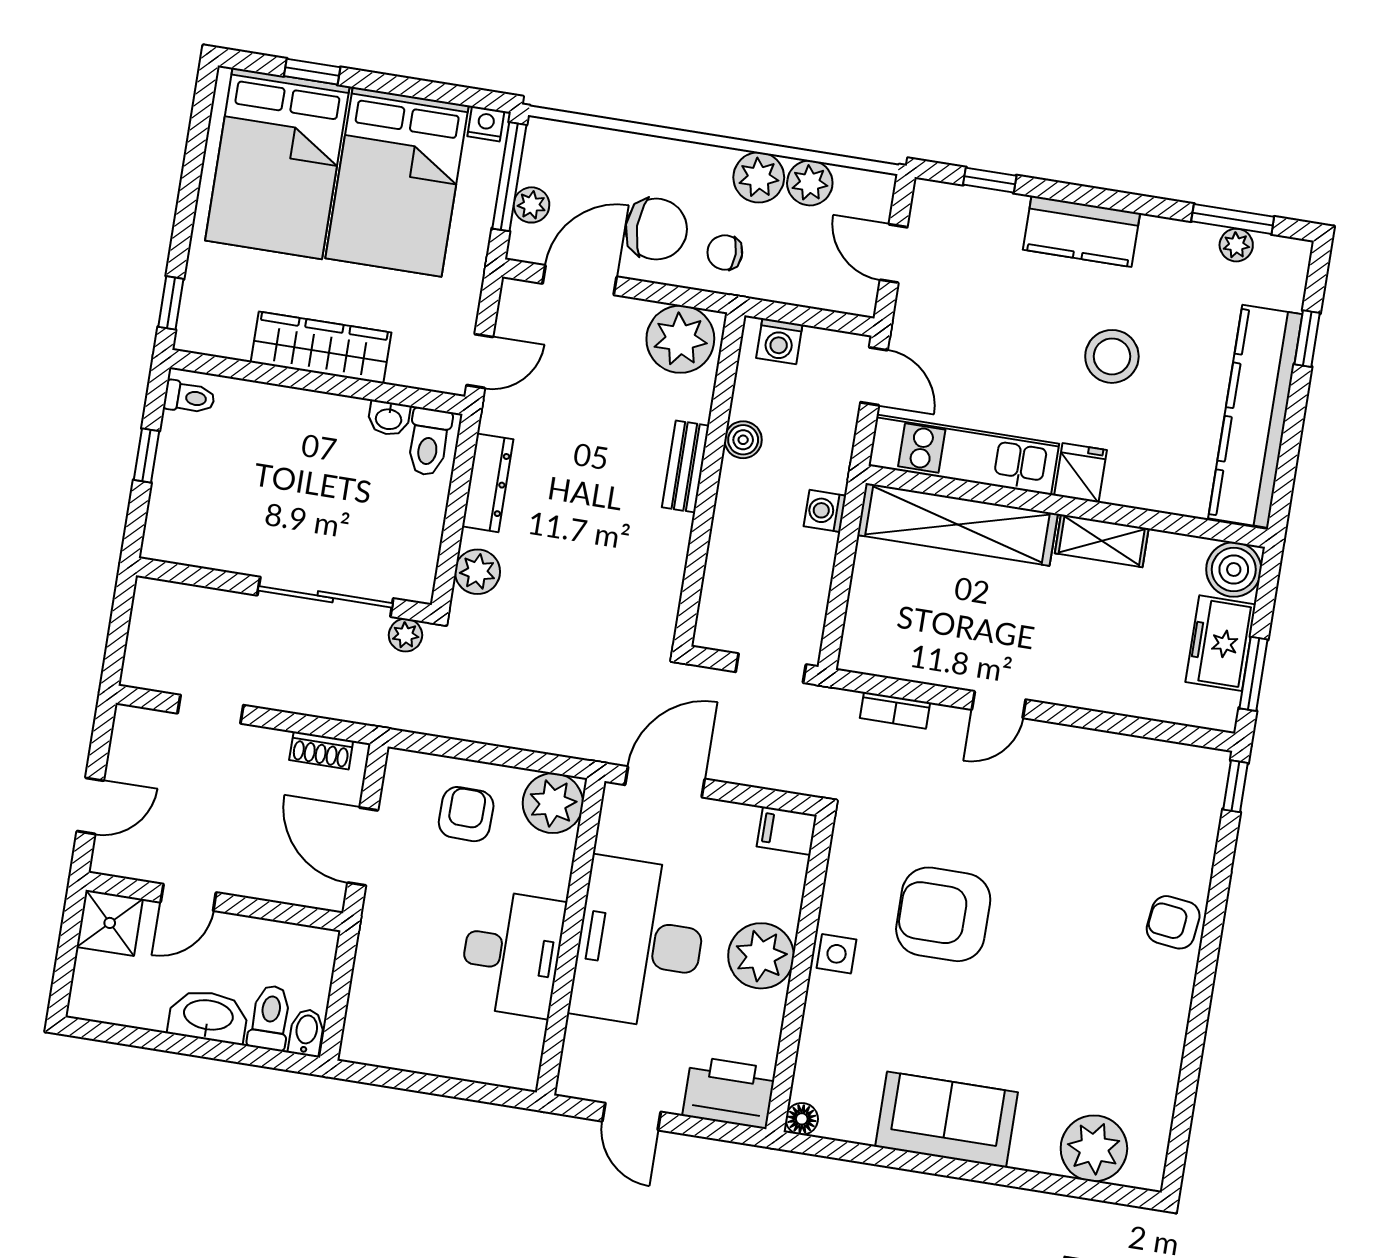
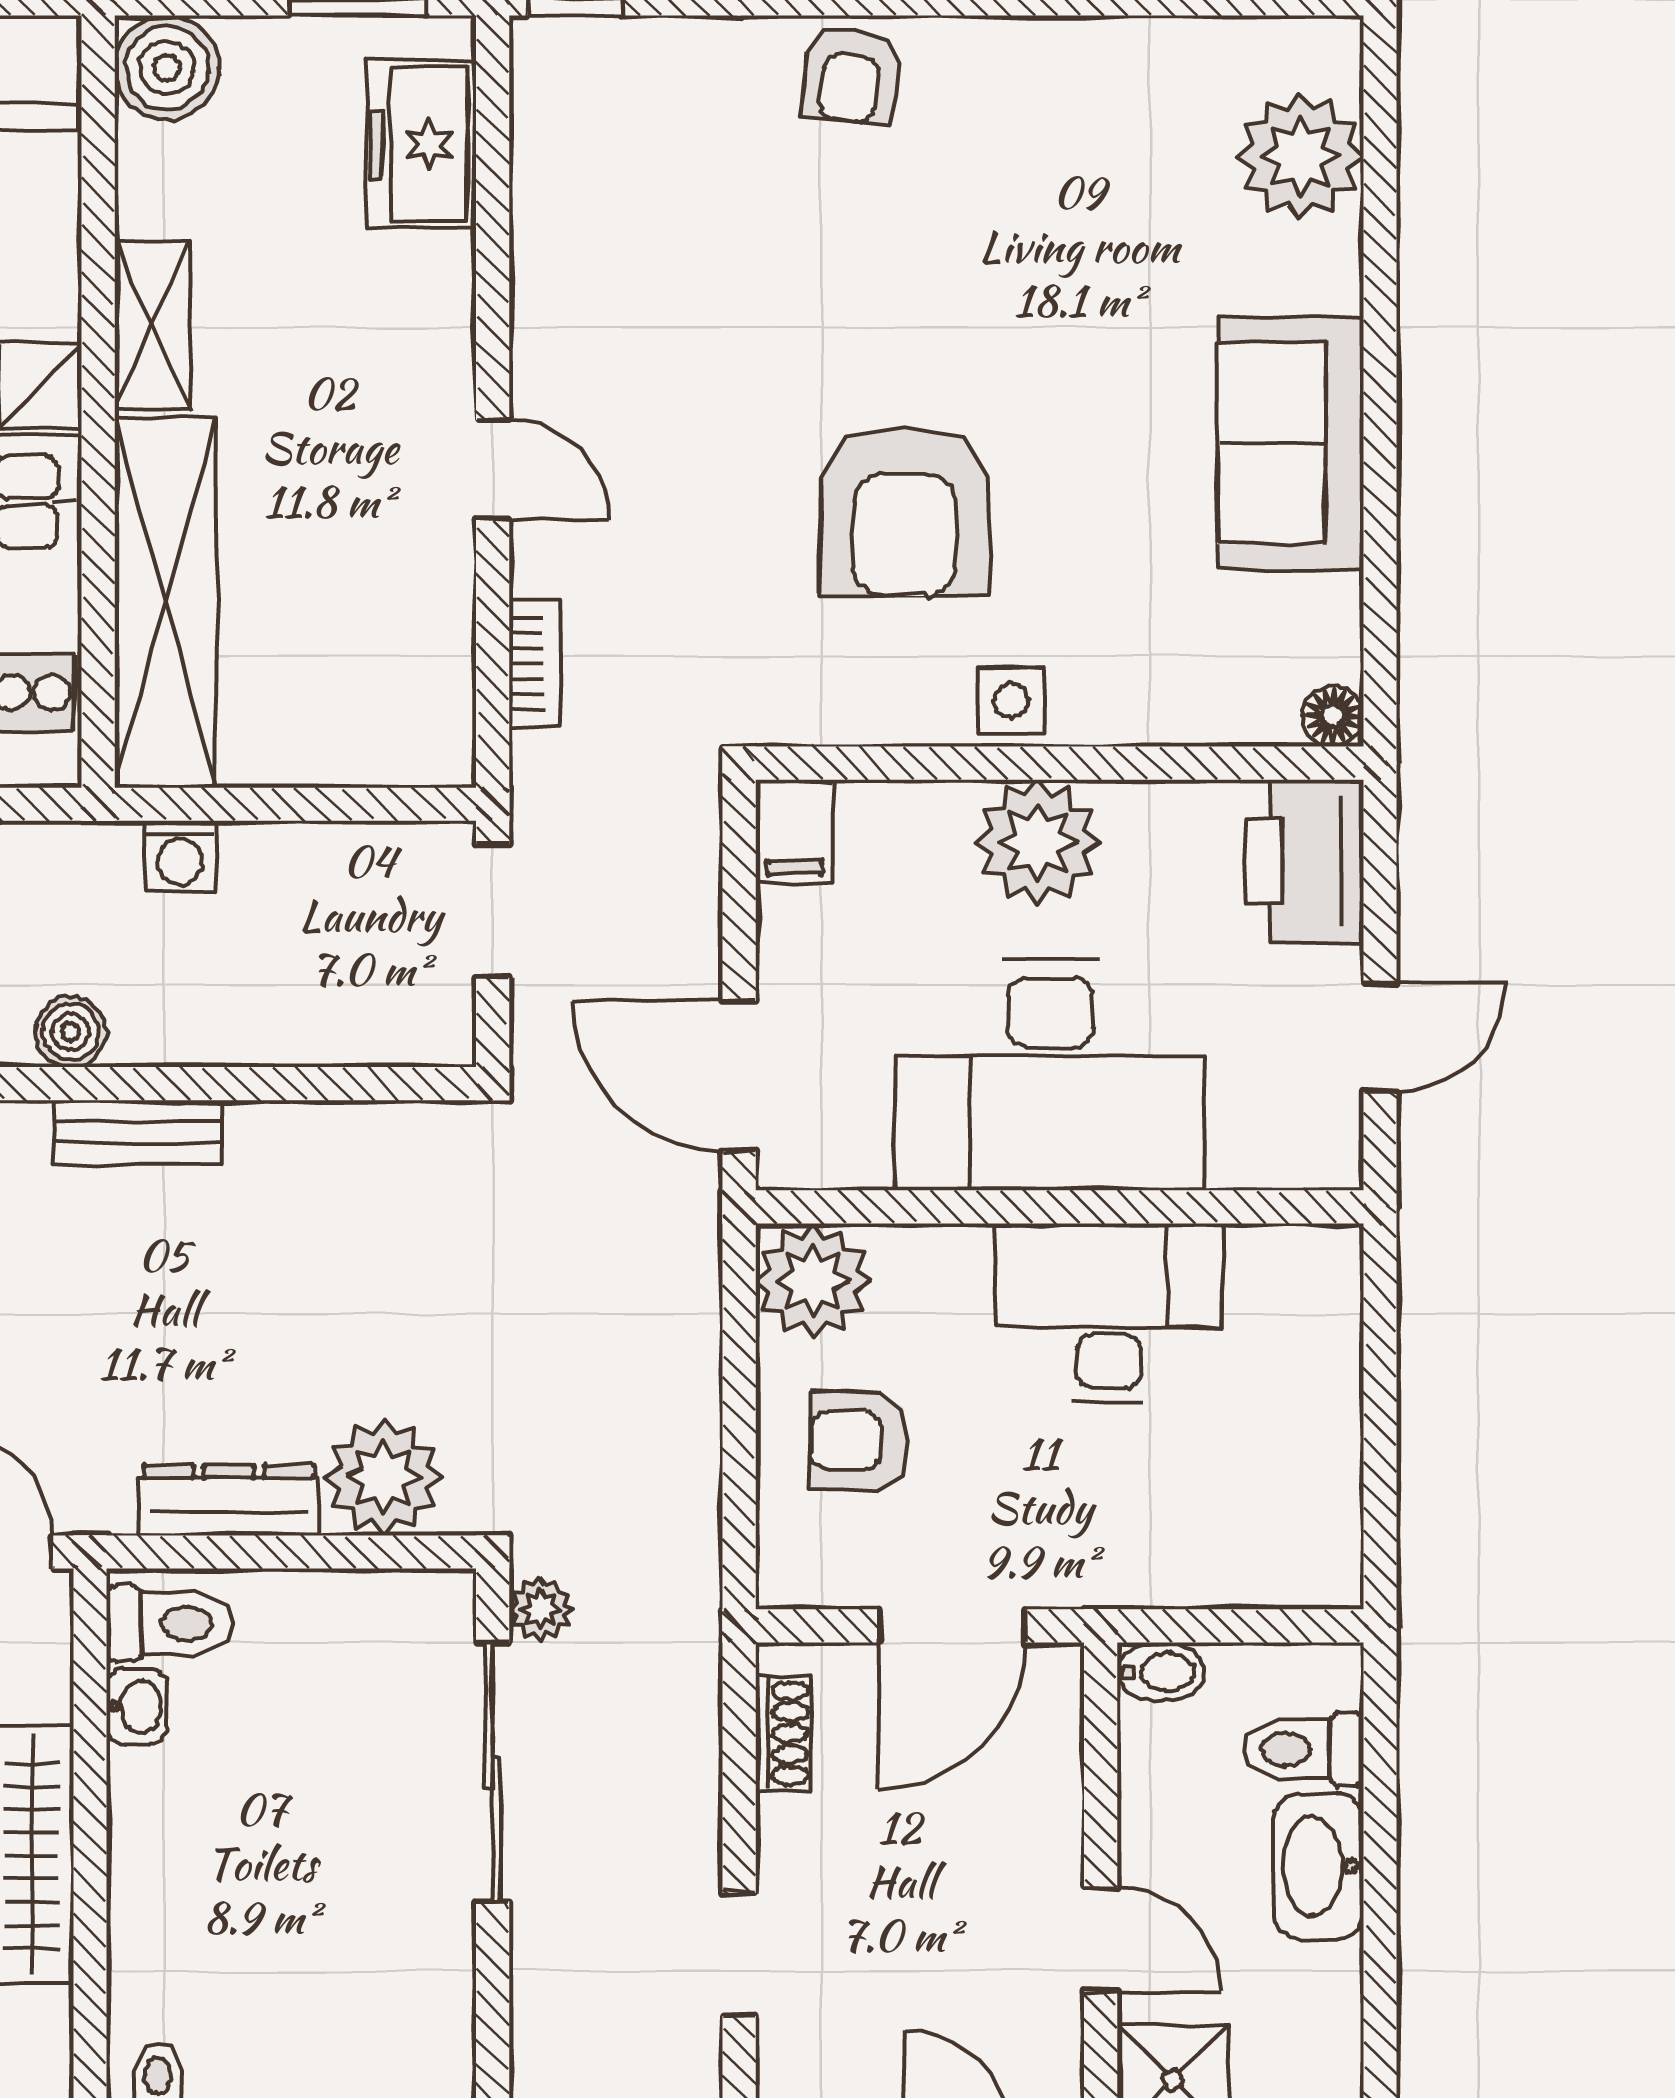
plant: (477, 572) -> (384, 1477), width x1.36, depth x1.36
freezer: (1221, 643) -> (421, 144), moved, turned 90
bidet: (306, 1033) -> (1161, 1672), moved, turned 180

